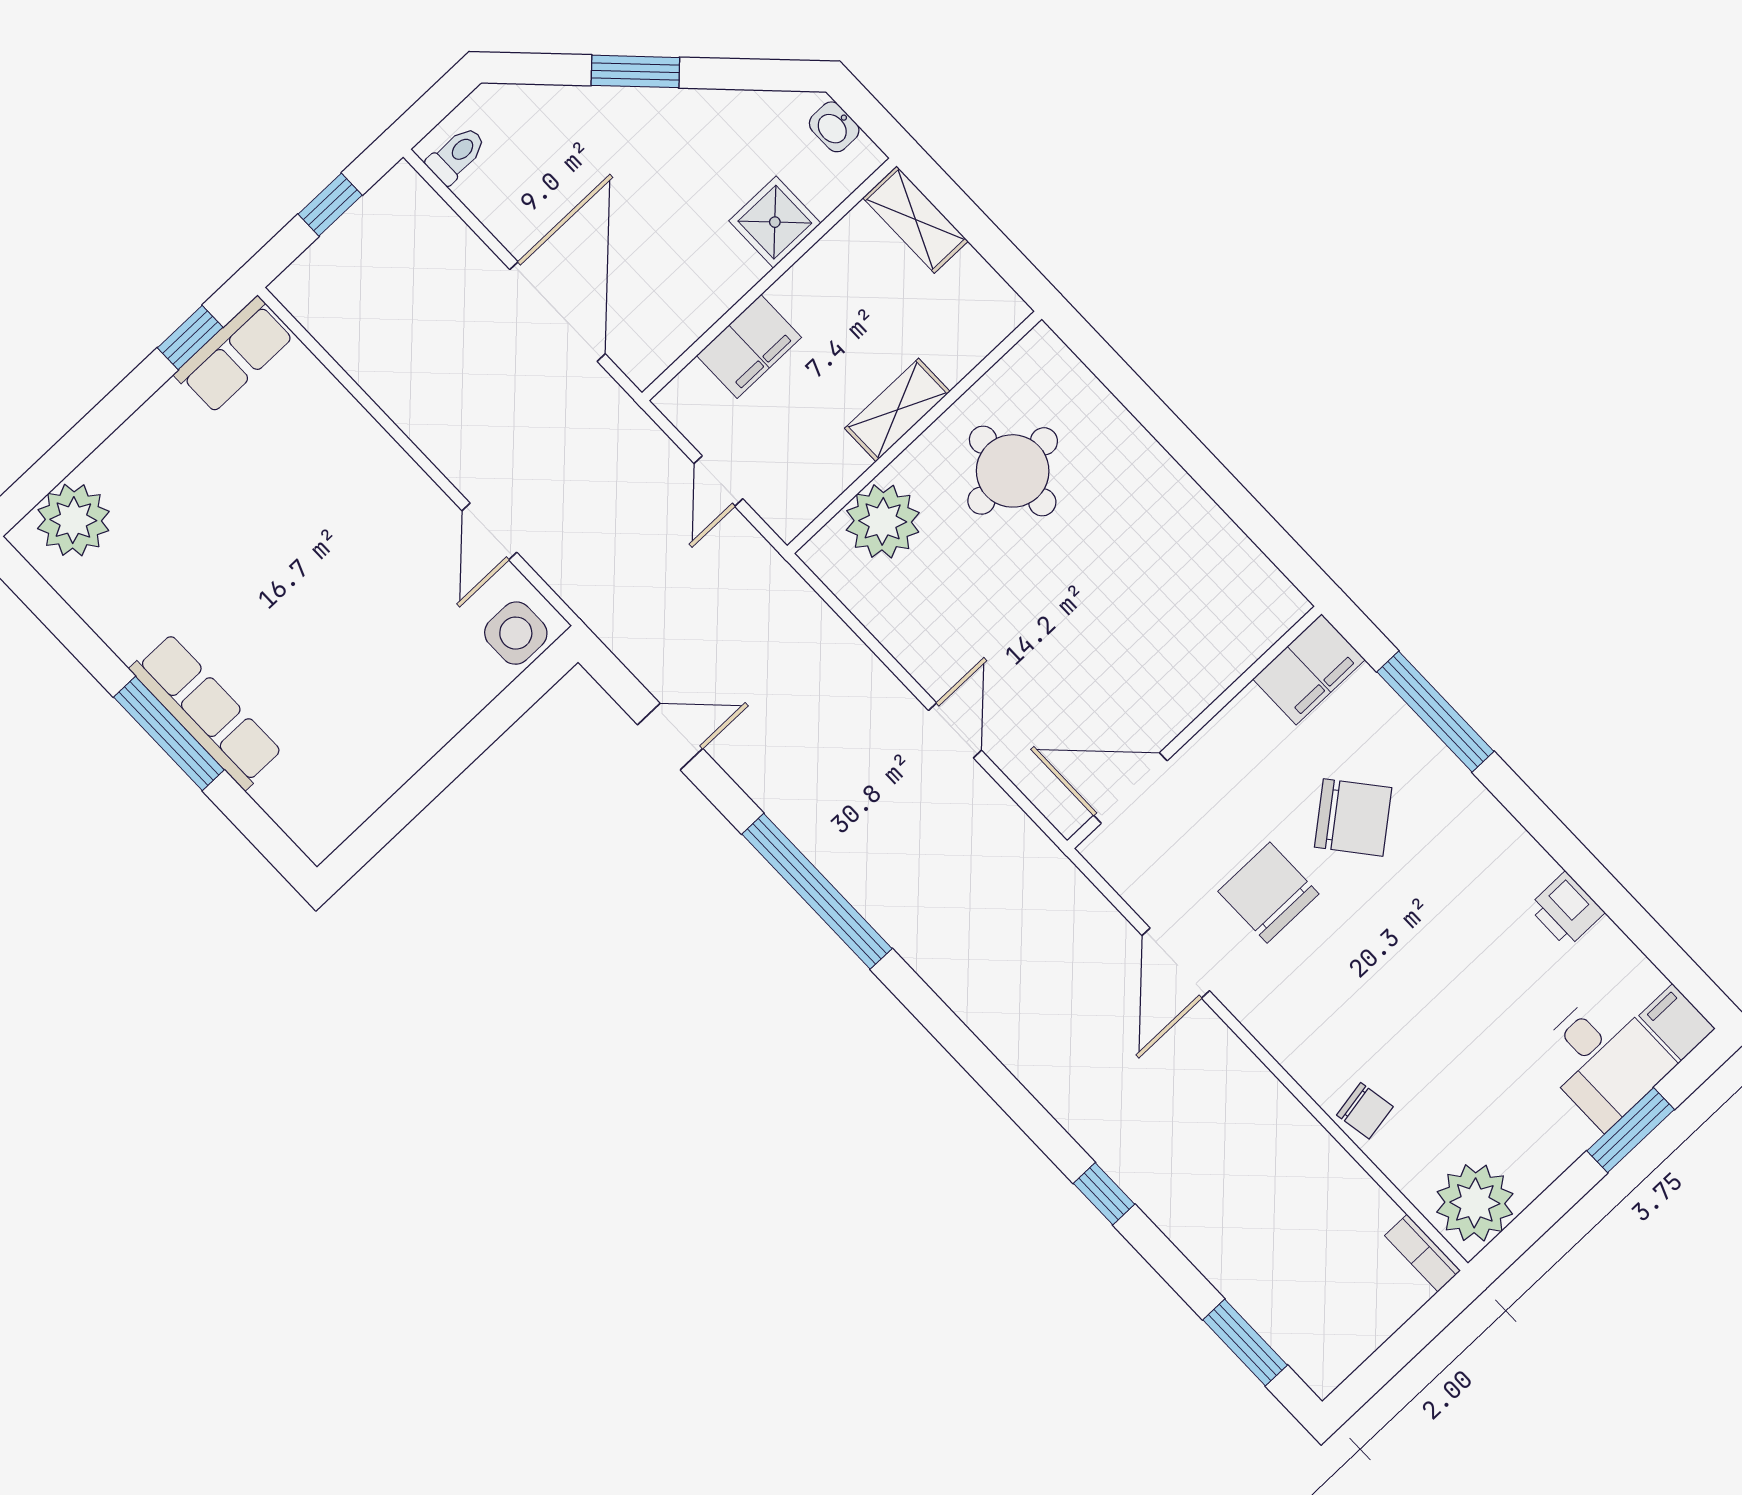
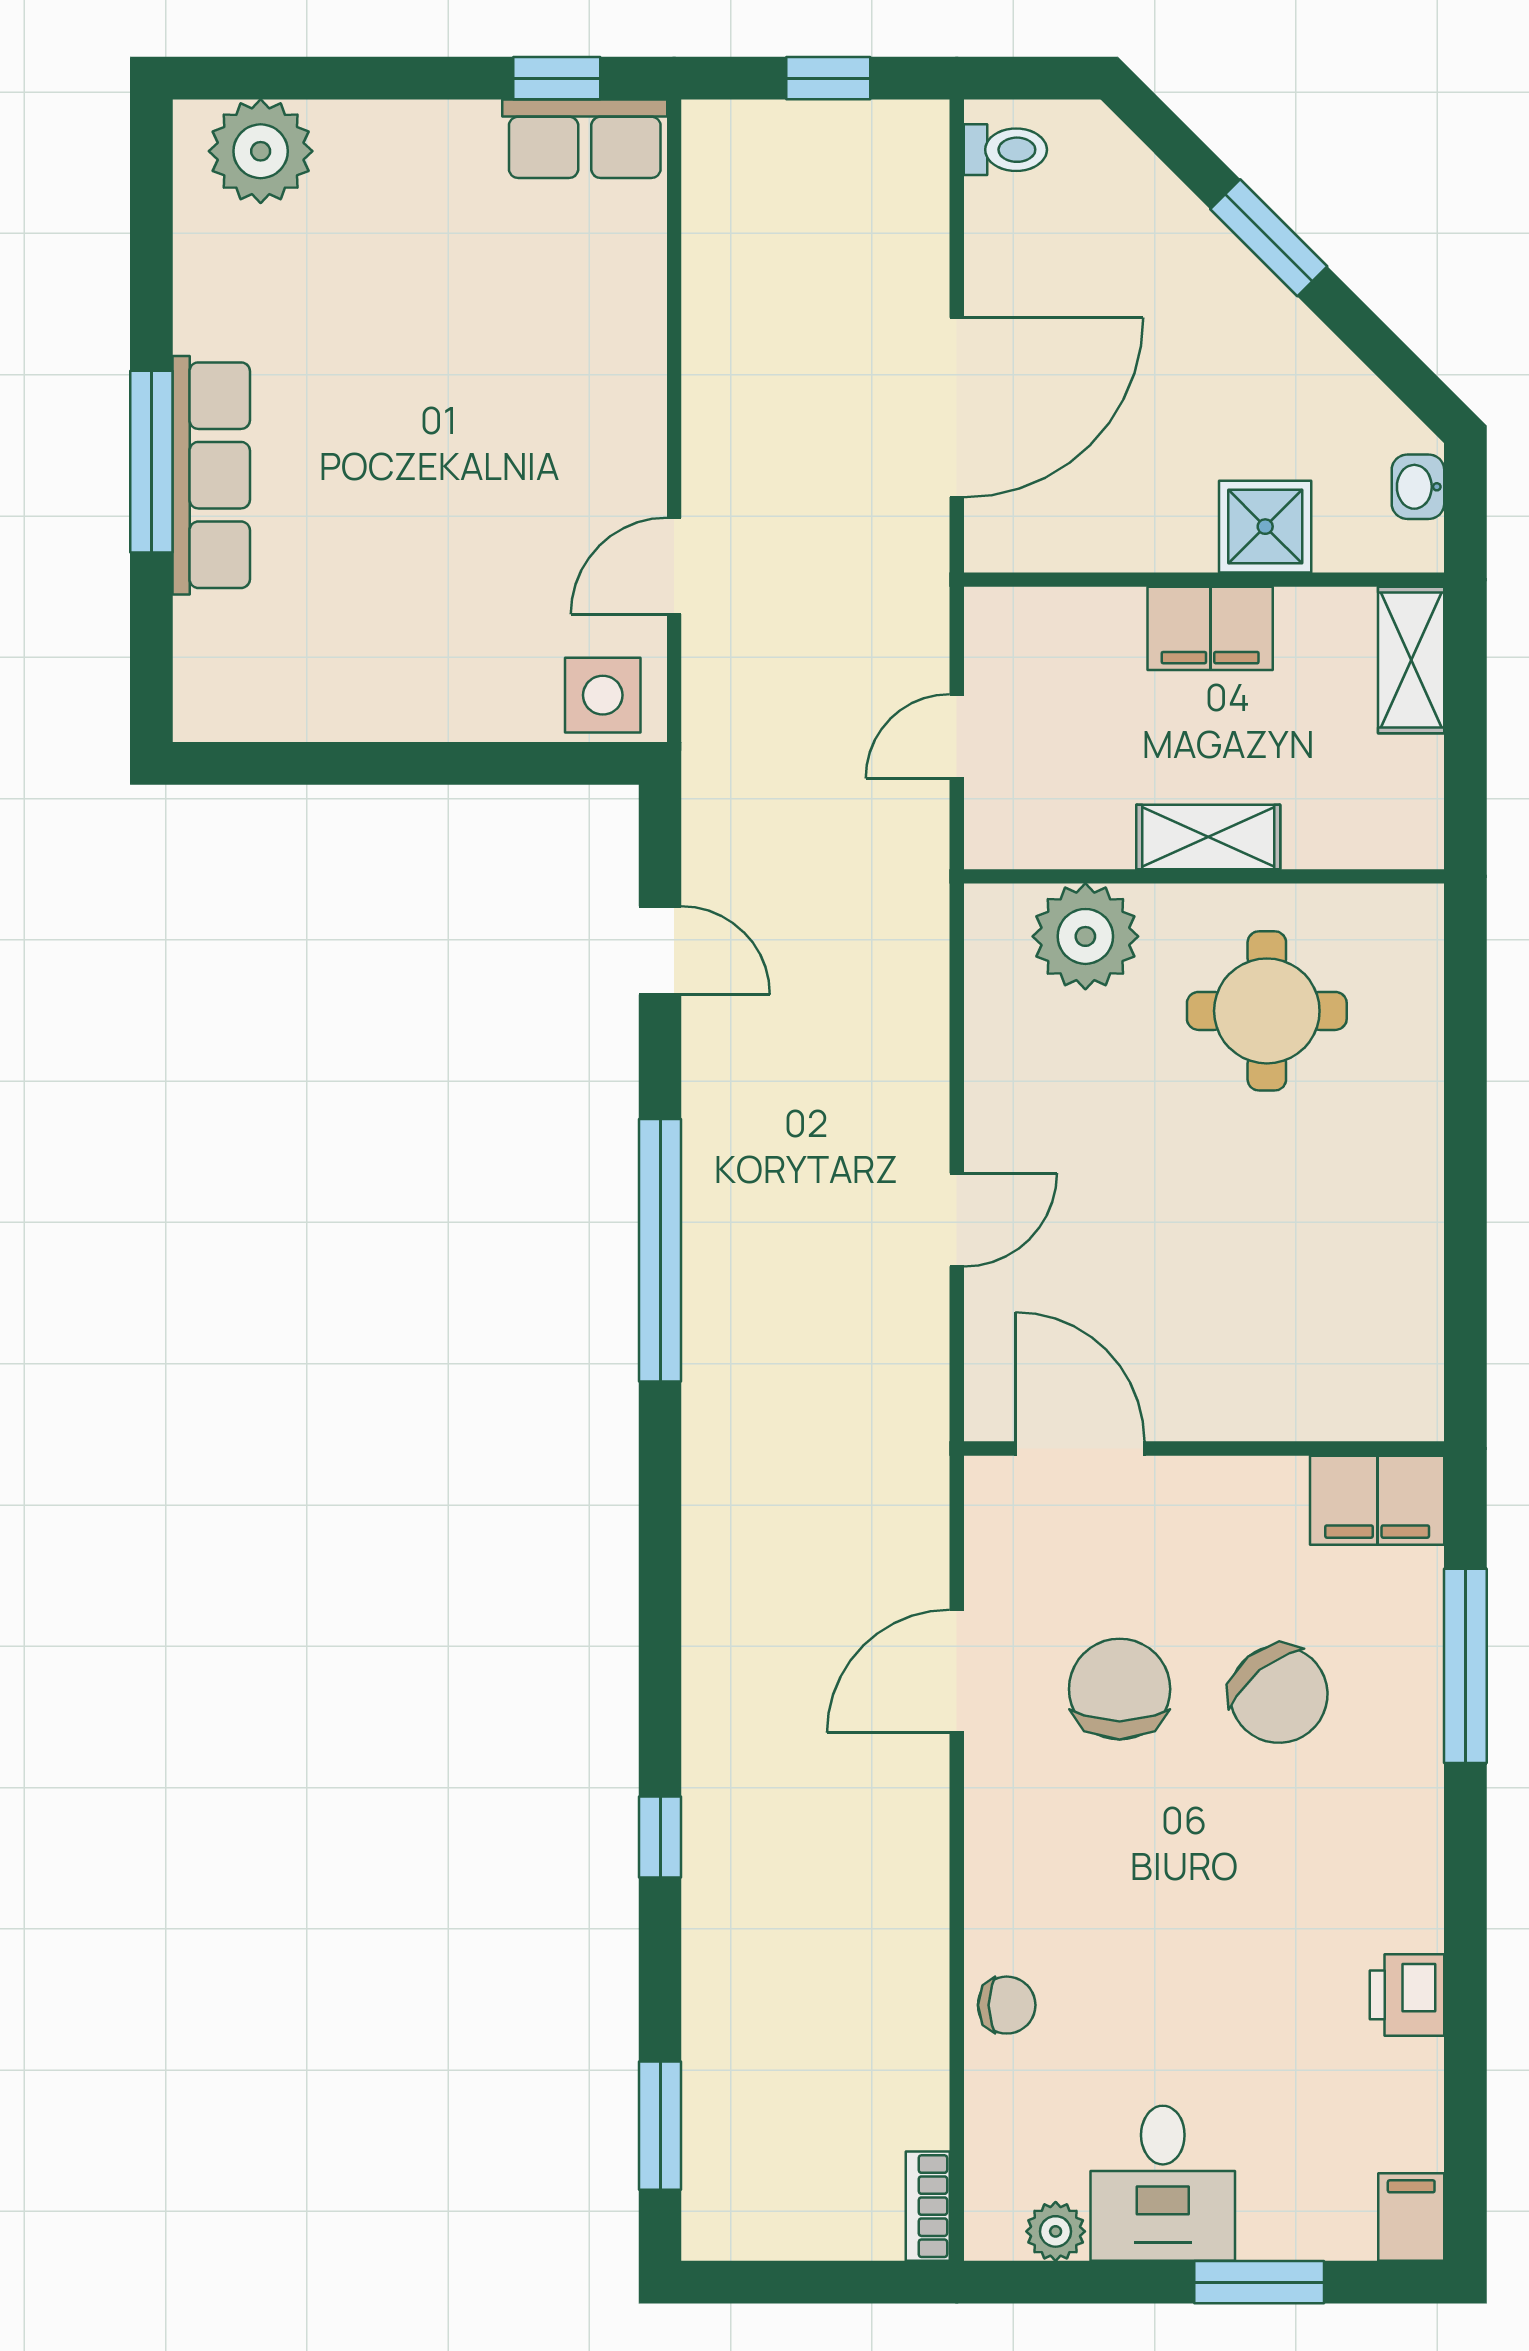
filing cabinet: (749, 346) -> (1210, 628), moved
desk: (1604, 1059) -> (1163, 2183), moved
chair: (1365, 1111) -> (1007, 2005), turned -80
plant: (1475, 1203) -> (1056, 2231), width x0.53, depth x0.53

